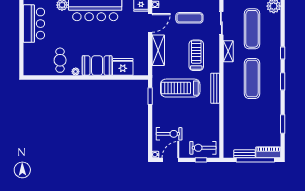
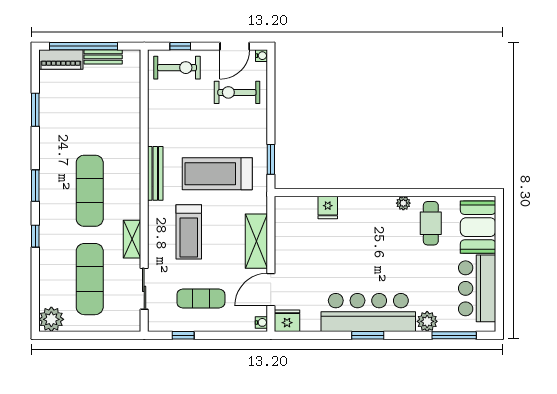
booth: (97, 66) -> (478, 227), moved, turned 90
fridge: (123, 67) -> (328, 207), width x0.53, depth x0.75
treadmill: (180, 88) -> (217, 174), turned 180

